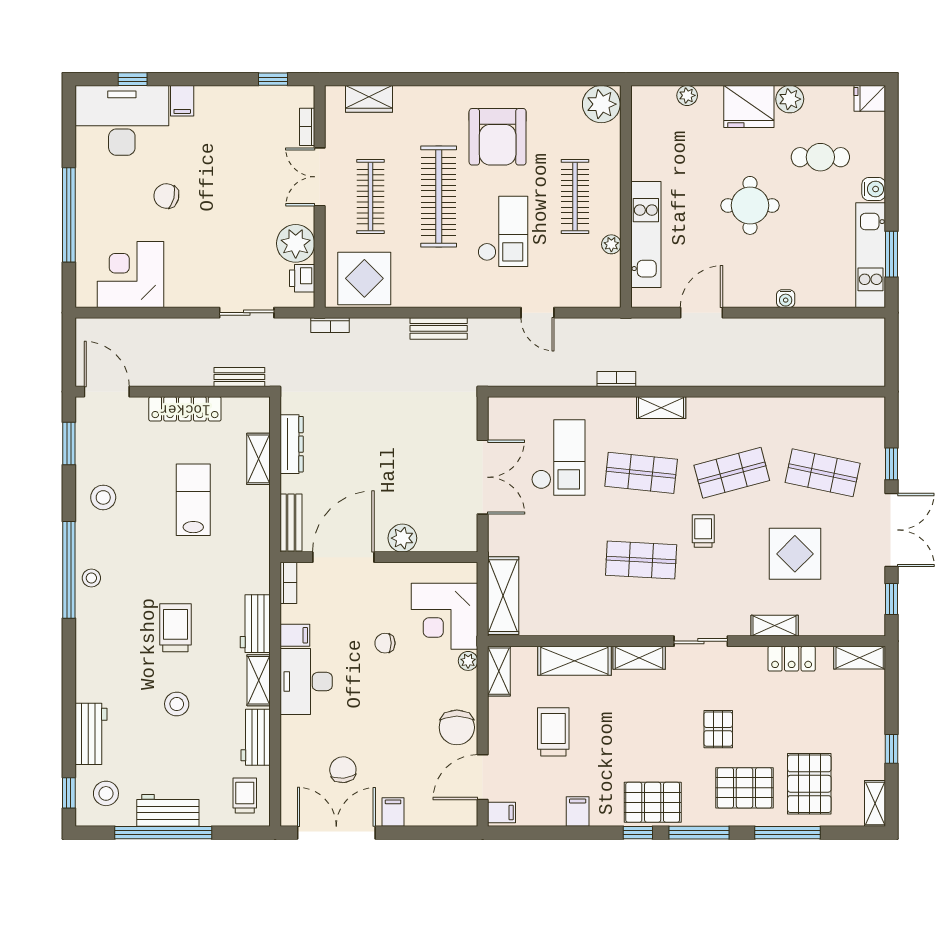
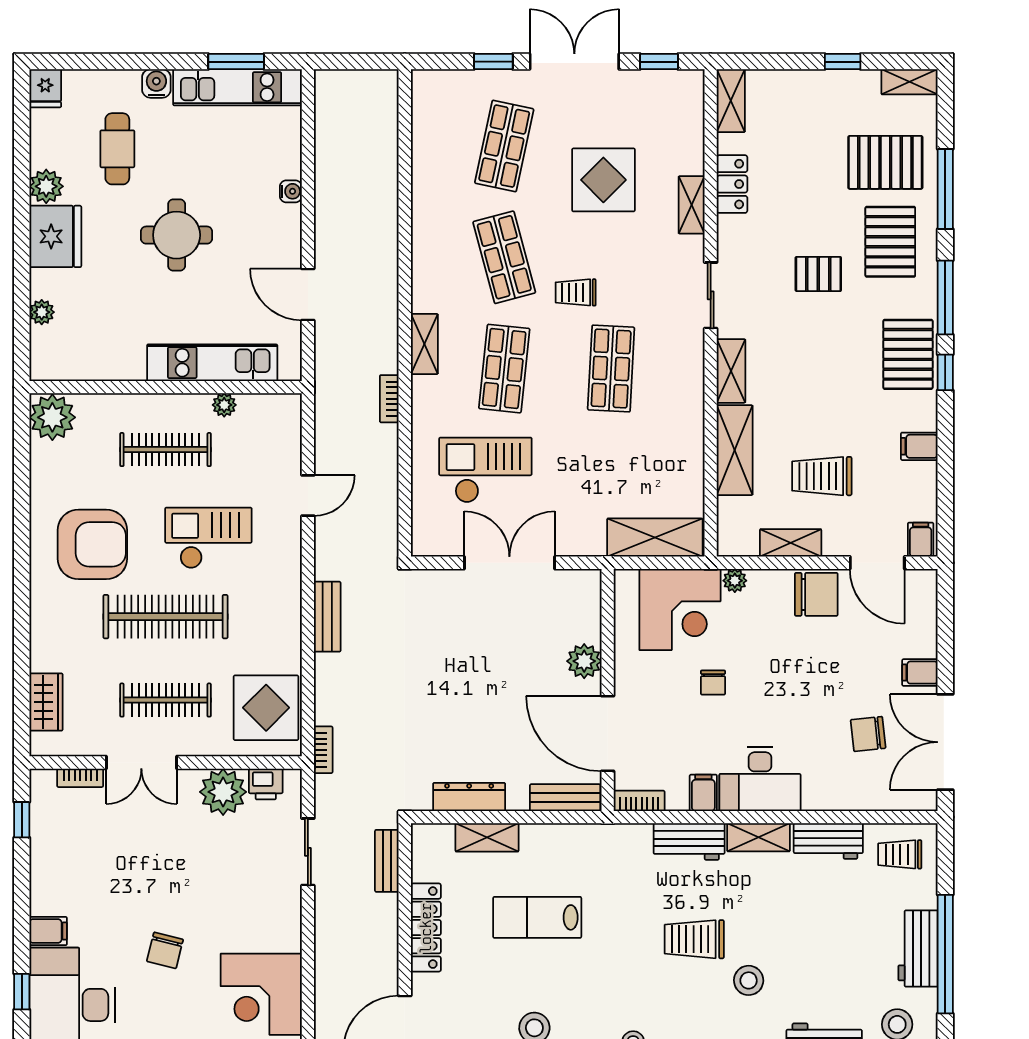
shelving: (499, 671) -> (791, 543), moved
stool: (177, 704) -> (749, 980), moved

